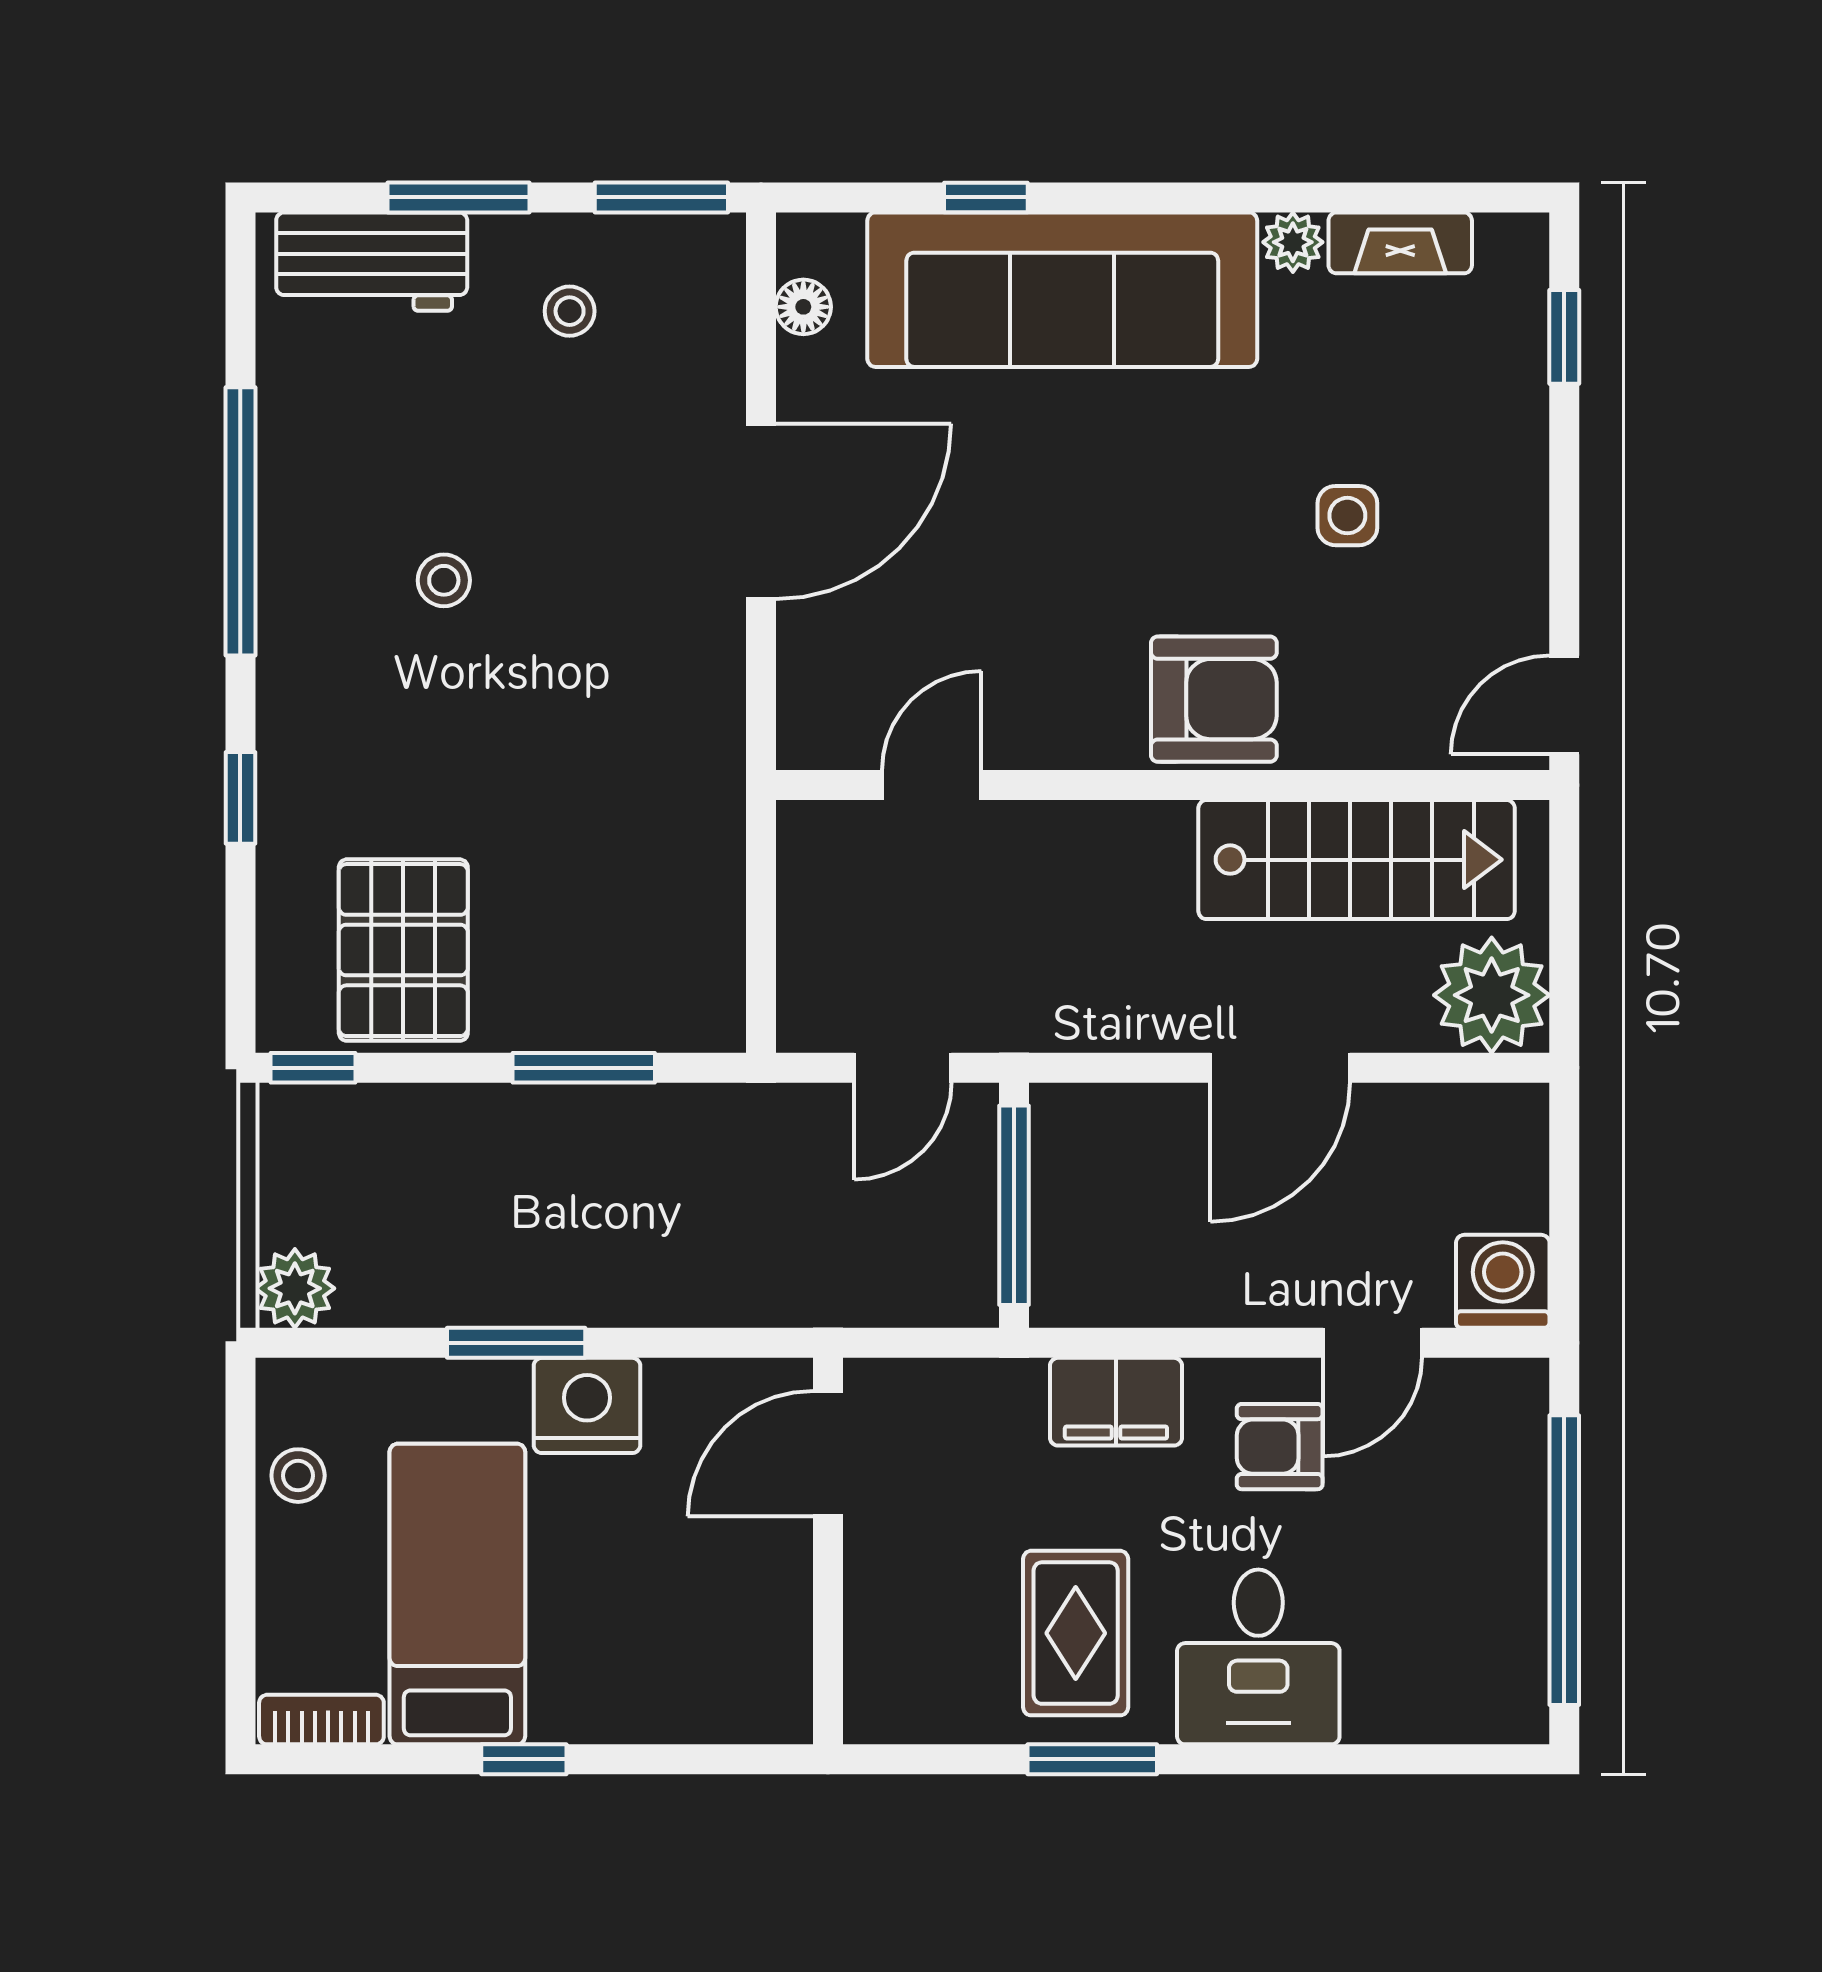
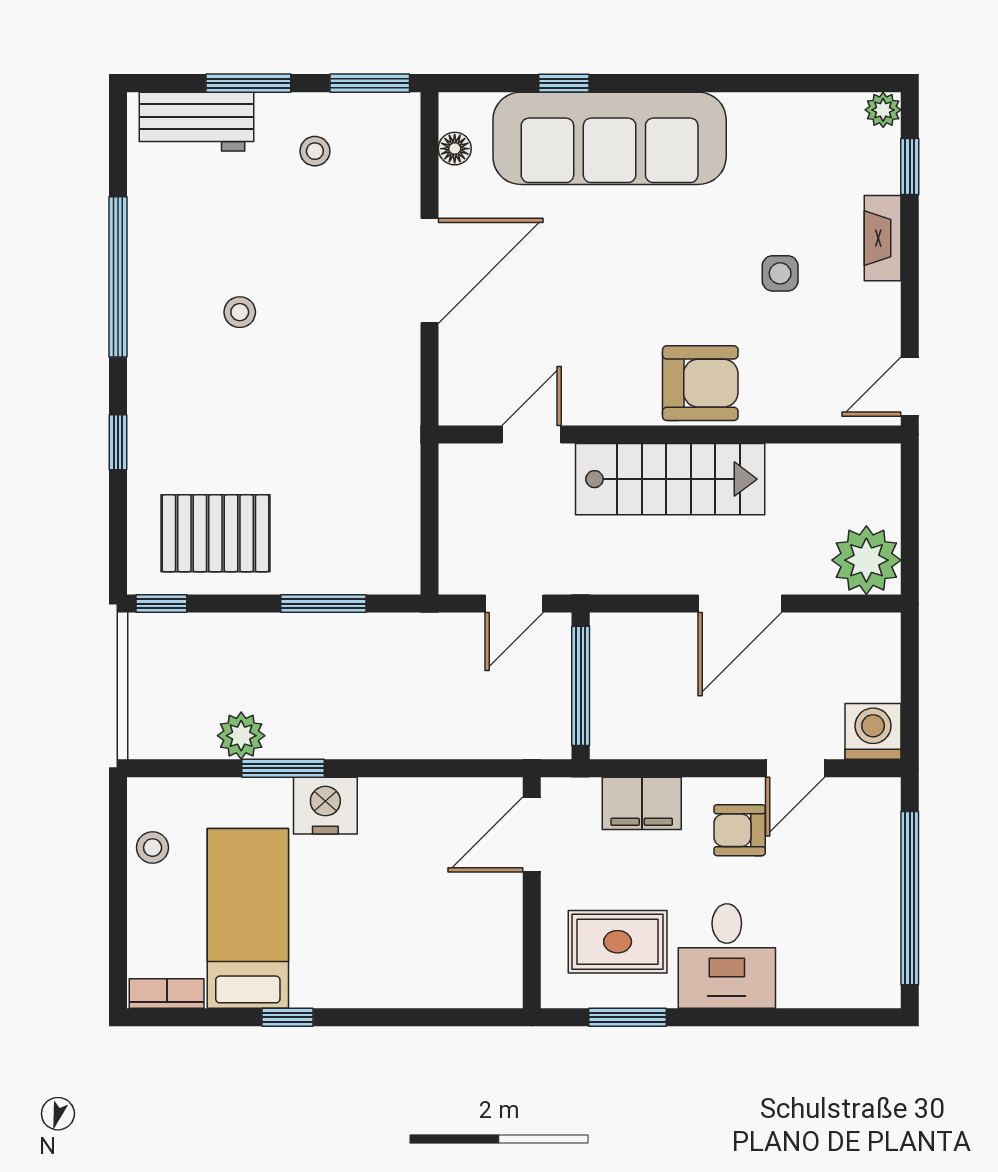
plant: (1293, 242) -> (883, 110), moved
fireplace: (1400, 243) -> (883, 238), moved, turned 90
stairs: (1357, 860) -> (670, 479), moved
pallet: (403, 950) -> (215, 533), turned 90
plant: (295, 1288) -> (241, 736), moved
door: (828, 1454) -> (532, 834), moved
wall: (828, 1551) -> (532, 893), moved
rug: (1076, 1633) -> (618, 942), turned 90

